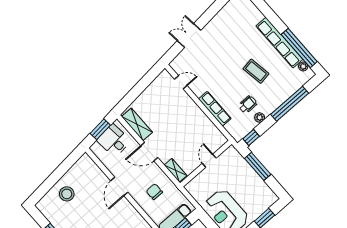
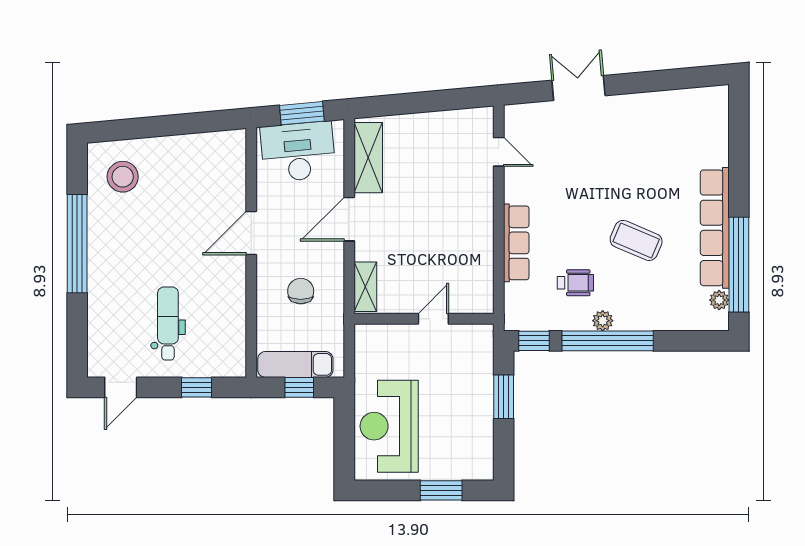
coffee table: (256, 71) -> (636, 240), turned -58
window: (290, 104) -> (608, 341), moved
plant: (260, 118) -> (603, 321), moved
desk: (114, 141) -> (298, 152), width x1.37
door: (149, 152) -> (349, 219), hinge flipped
window: (258, 166) -> (504, 397), width x0.69
stool: (67, 194) -> (123, 177), moved

